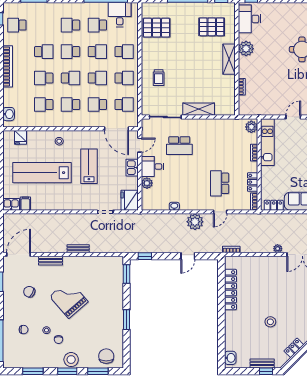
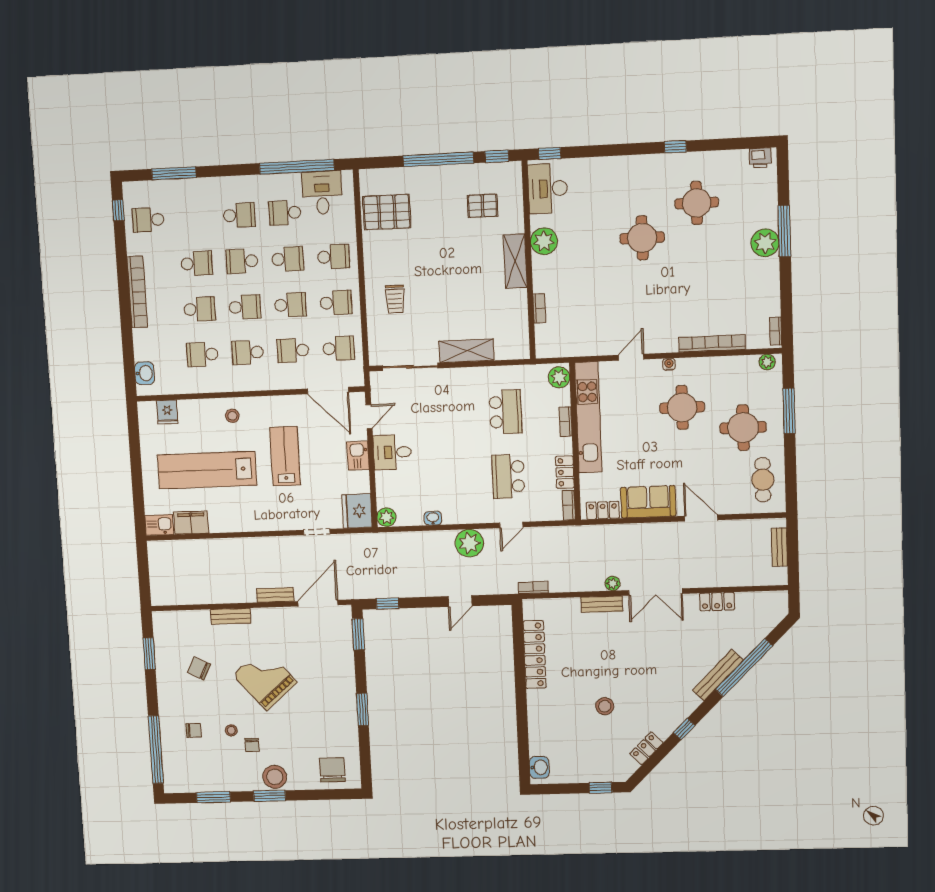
school desk: (71, 25) -> (239, 215), turned 180
pallet: (212, 27) -> (482, 206), width x0.67, depth x0.71
school desk: (44, 78) -> (200, 309), turned 180
kitchen unit: (267, 142) -> (588, 417), width x1.36
school desk: (179, 146) -> (505, 412), moved, turned -90
plant: (147, 183) -> (386, 517), moved
filing cabinet: (25, 204) -> (191, 523), width x2.00
door: (19, 255) -> (318, 603), moved
bench: (262, 363) -> (602, 604), moved
window: (98, 371) -> (320, 795), removed

